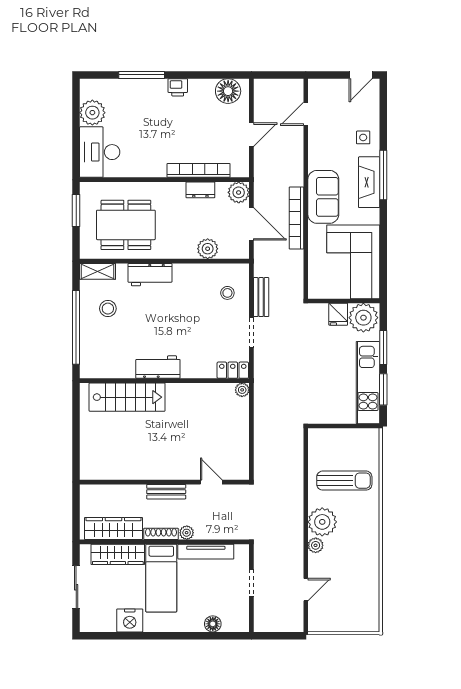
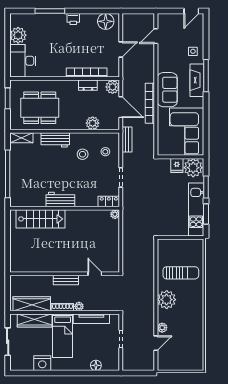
bench: (261, 297) -> (127, 139), moved
stool: (108, 309) -> (83, 154), moved
plant: (316, 545) -> (162, 328), moved

